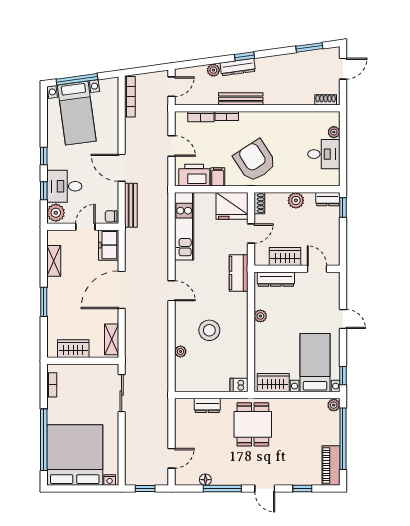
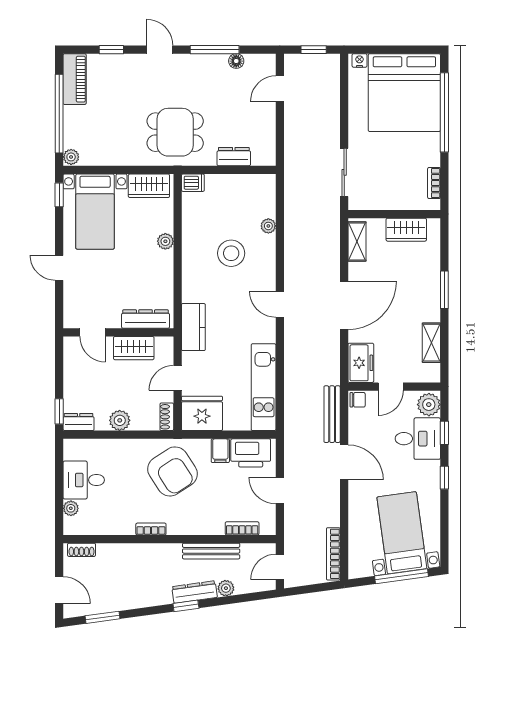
door: (343, 69) -> (59, 590), swing flipped
bench: (241, 99) -> (211, 551), moved
bookcase: (227, 116) -> (151, 529), moved
plant: (260, 316) -> (165, 241), moved
dining table: (253, 424) -> (175, 132), turned 90

